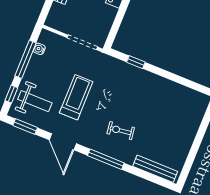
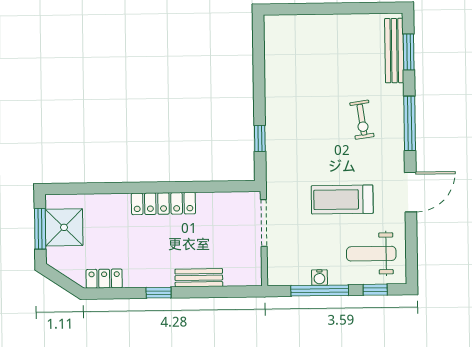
water cooler: (39, 49) -> (319, 277), moved
weight bench: (35, 101) -> (371, 254), turned -90
window: (25, 126) -> (409, 52), moved

